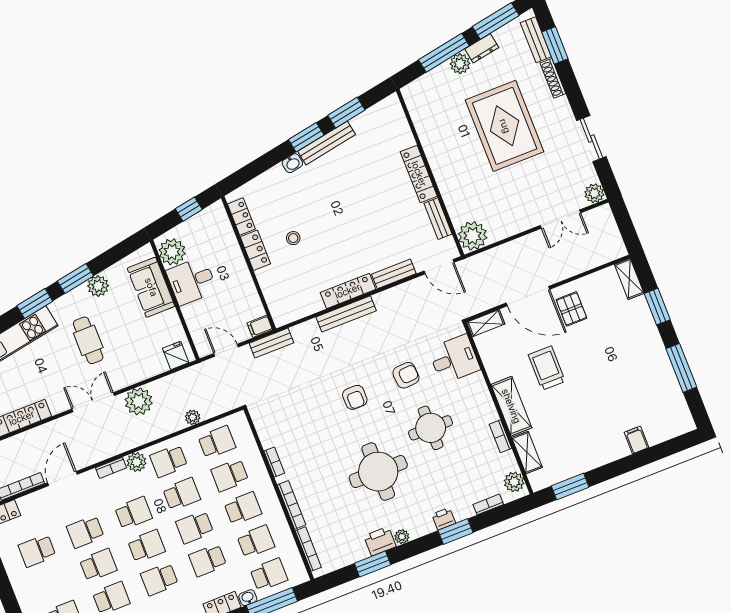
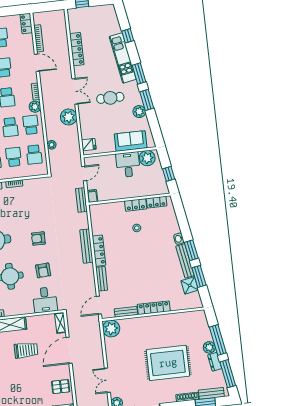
shower: (365, 124) -> (190, 285), added
pallet: (571, 309) -> (61, 387), moved

